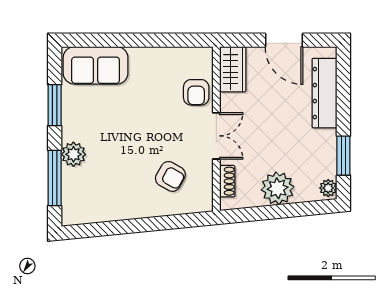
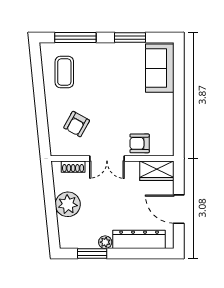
door: (284, 40) -> (179, 209), hinge flipped
plant: (73, 154) -> (93, 52), removed
plant: (328, 188) -> (105, 242), moved
coffee table: (101, 193) -> (64, 72), added

